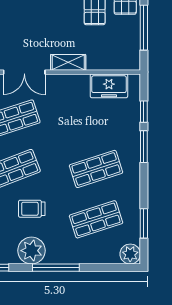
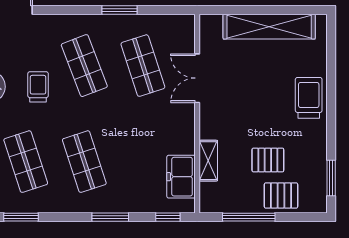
shelving: (68, 62) -> (208, 161), moved
window: (144, 112) -> (168, 217), moved

